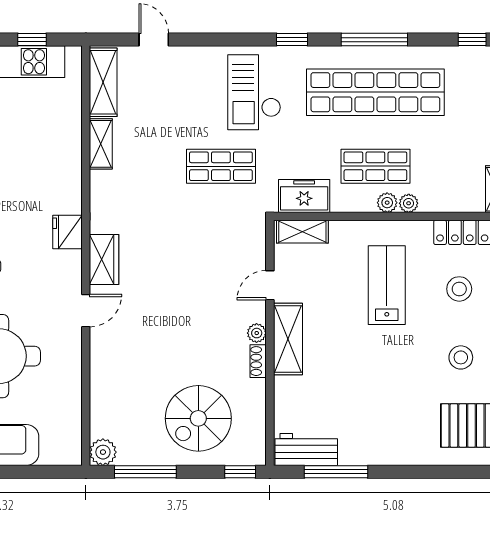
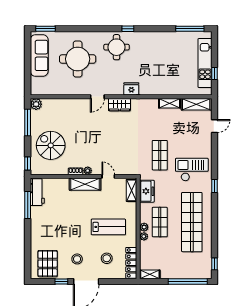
window: (374, 40) -> (215, 222), removed
door: (86, 311) -> (97, 97), hinge flipped

